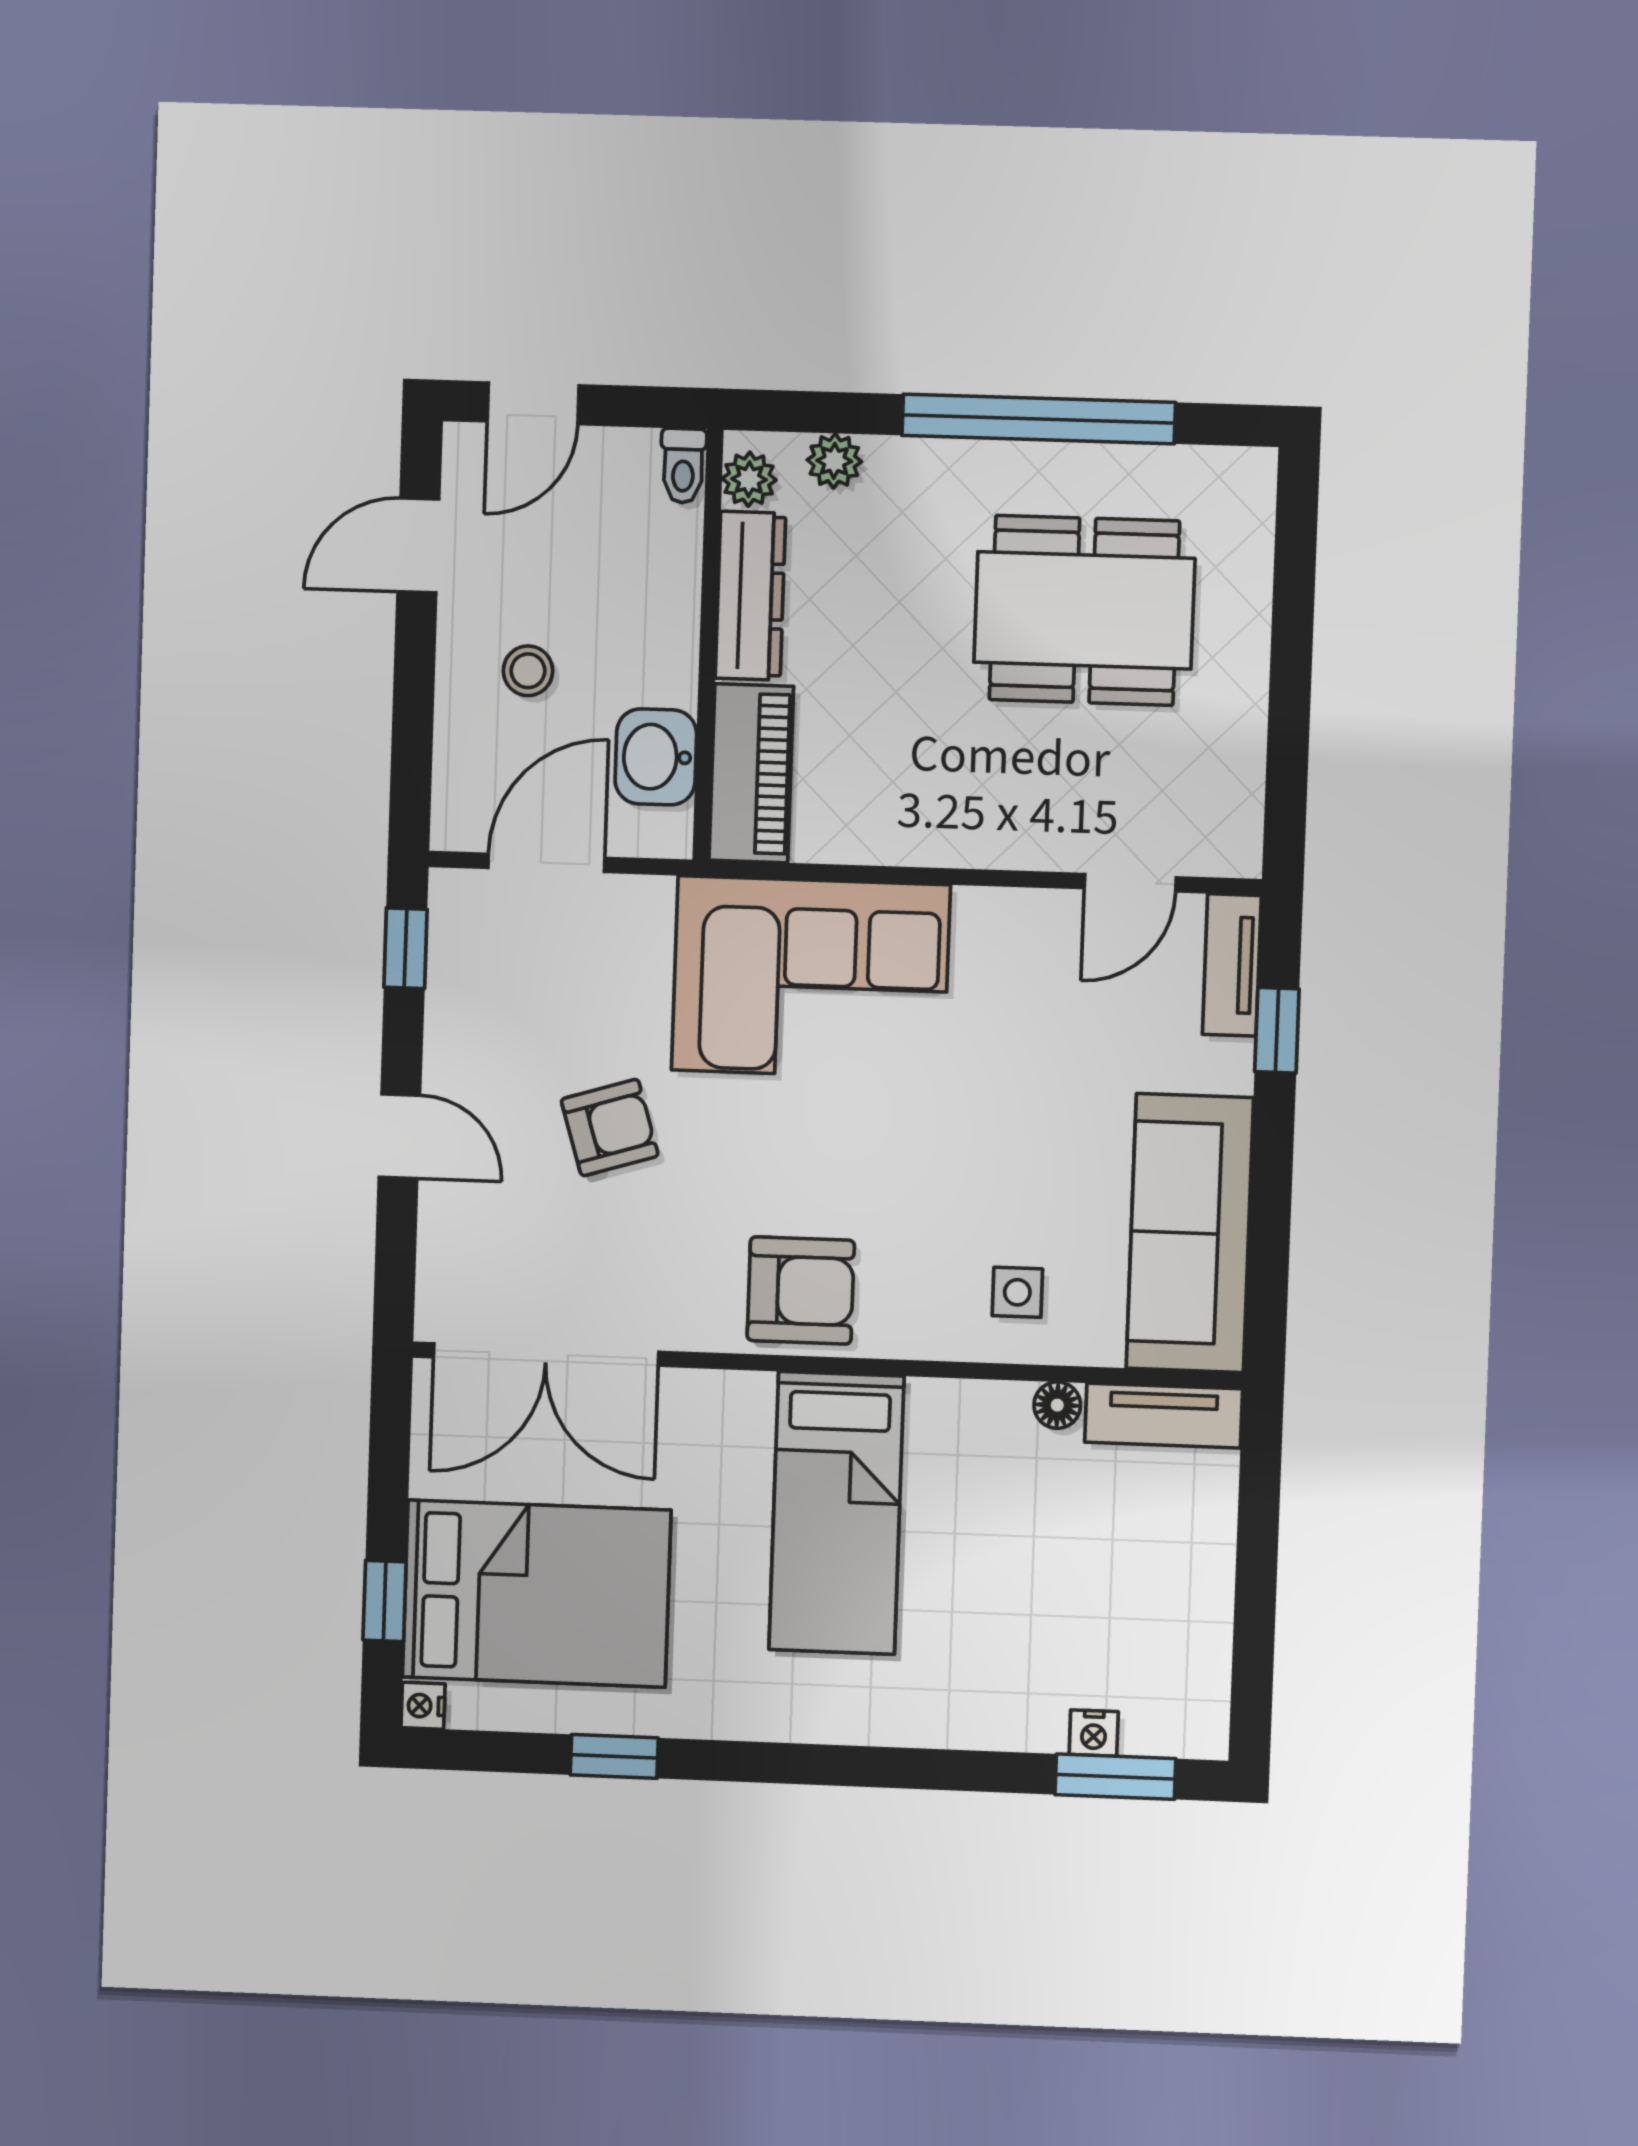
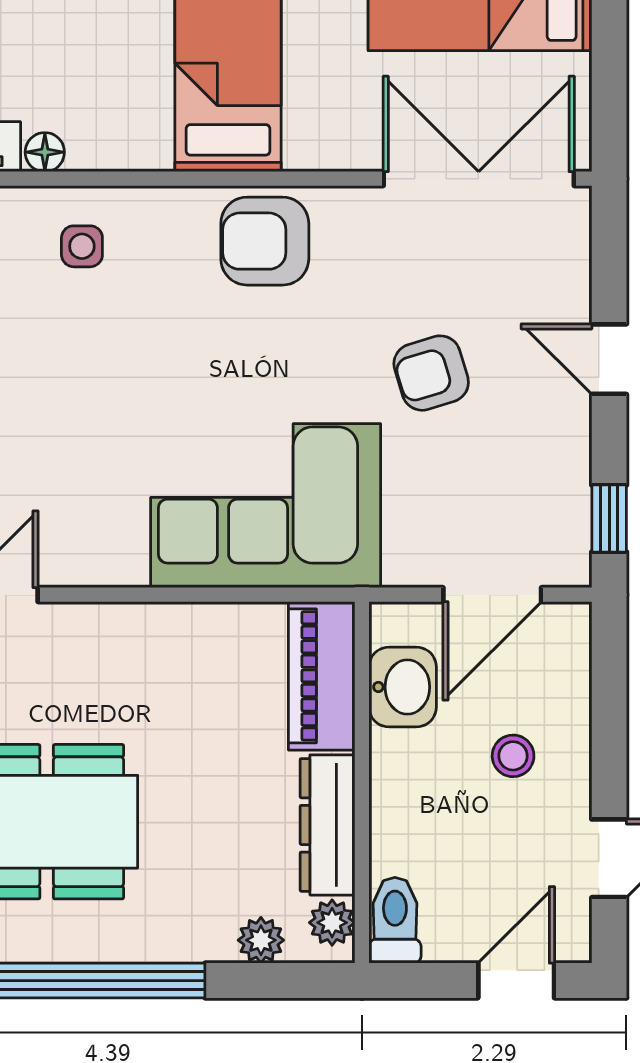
toilet: (683, 466) -> (395, 920), width x1.37, depth x1.39

